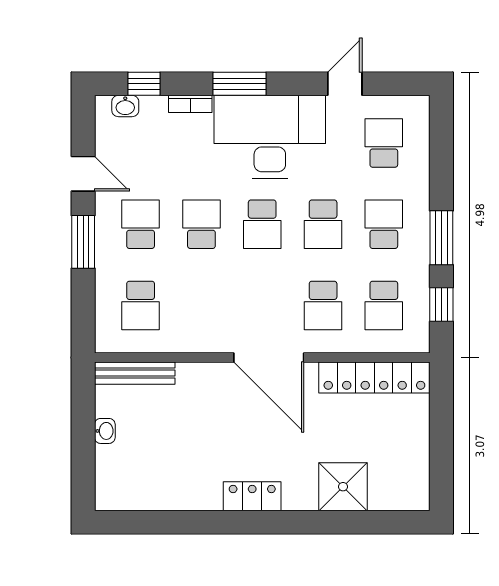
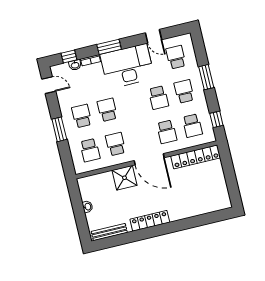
door: (345, 84) -> (153, 36), swing flipped
washbasin: (125, 106) -> (75, 65), moved
door: (83, 174) -> (49, 85), moved
school desk: (262, 224) -> (116, 144), moved, turned 180
window: (441, 238) -> (206, 77), moved
bench: (135, 373) -> (109, 232), moved
shower: (343, 487) -> (125, 178), moved
locker: (252, 496) -> (150, 221), width x1.53

